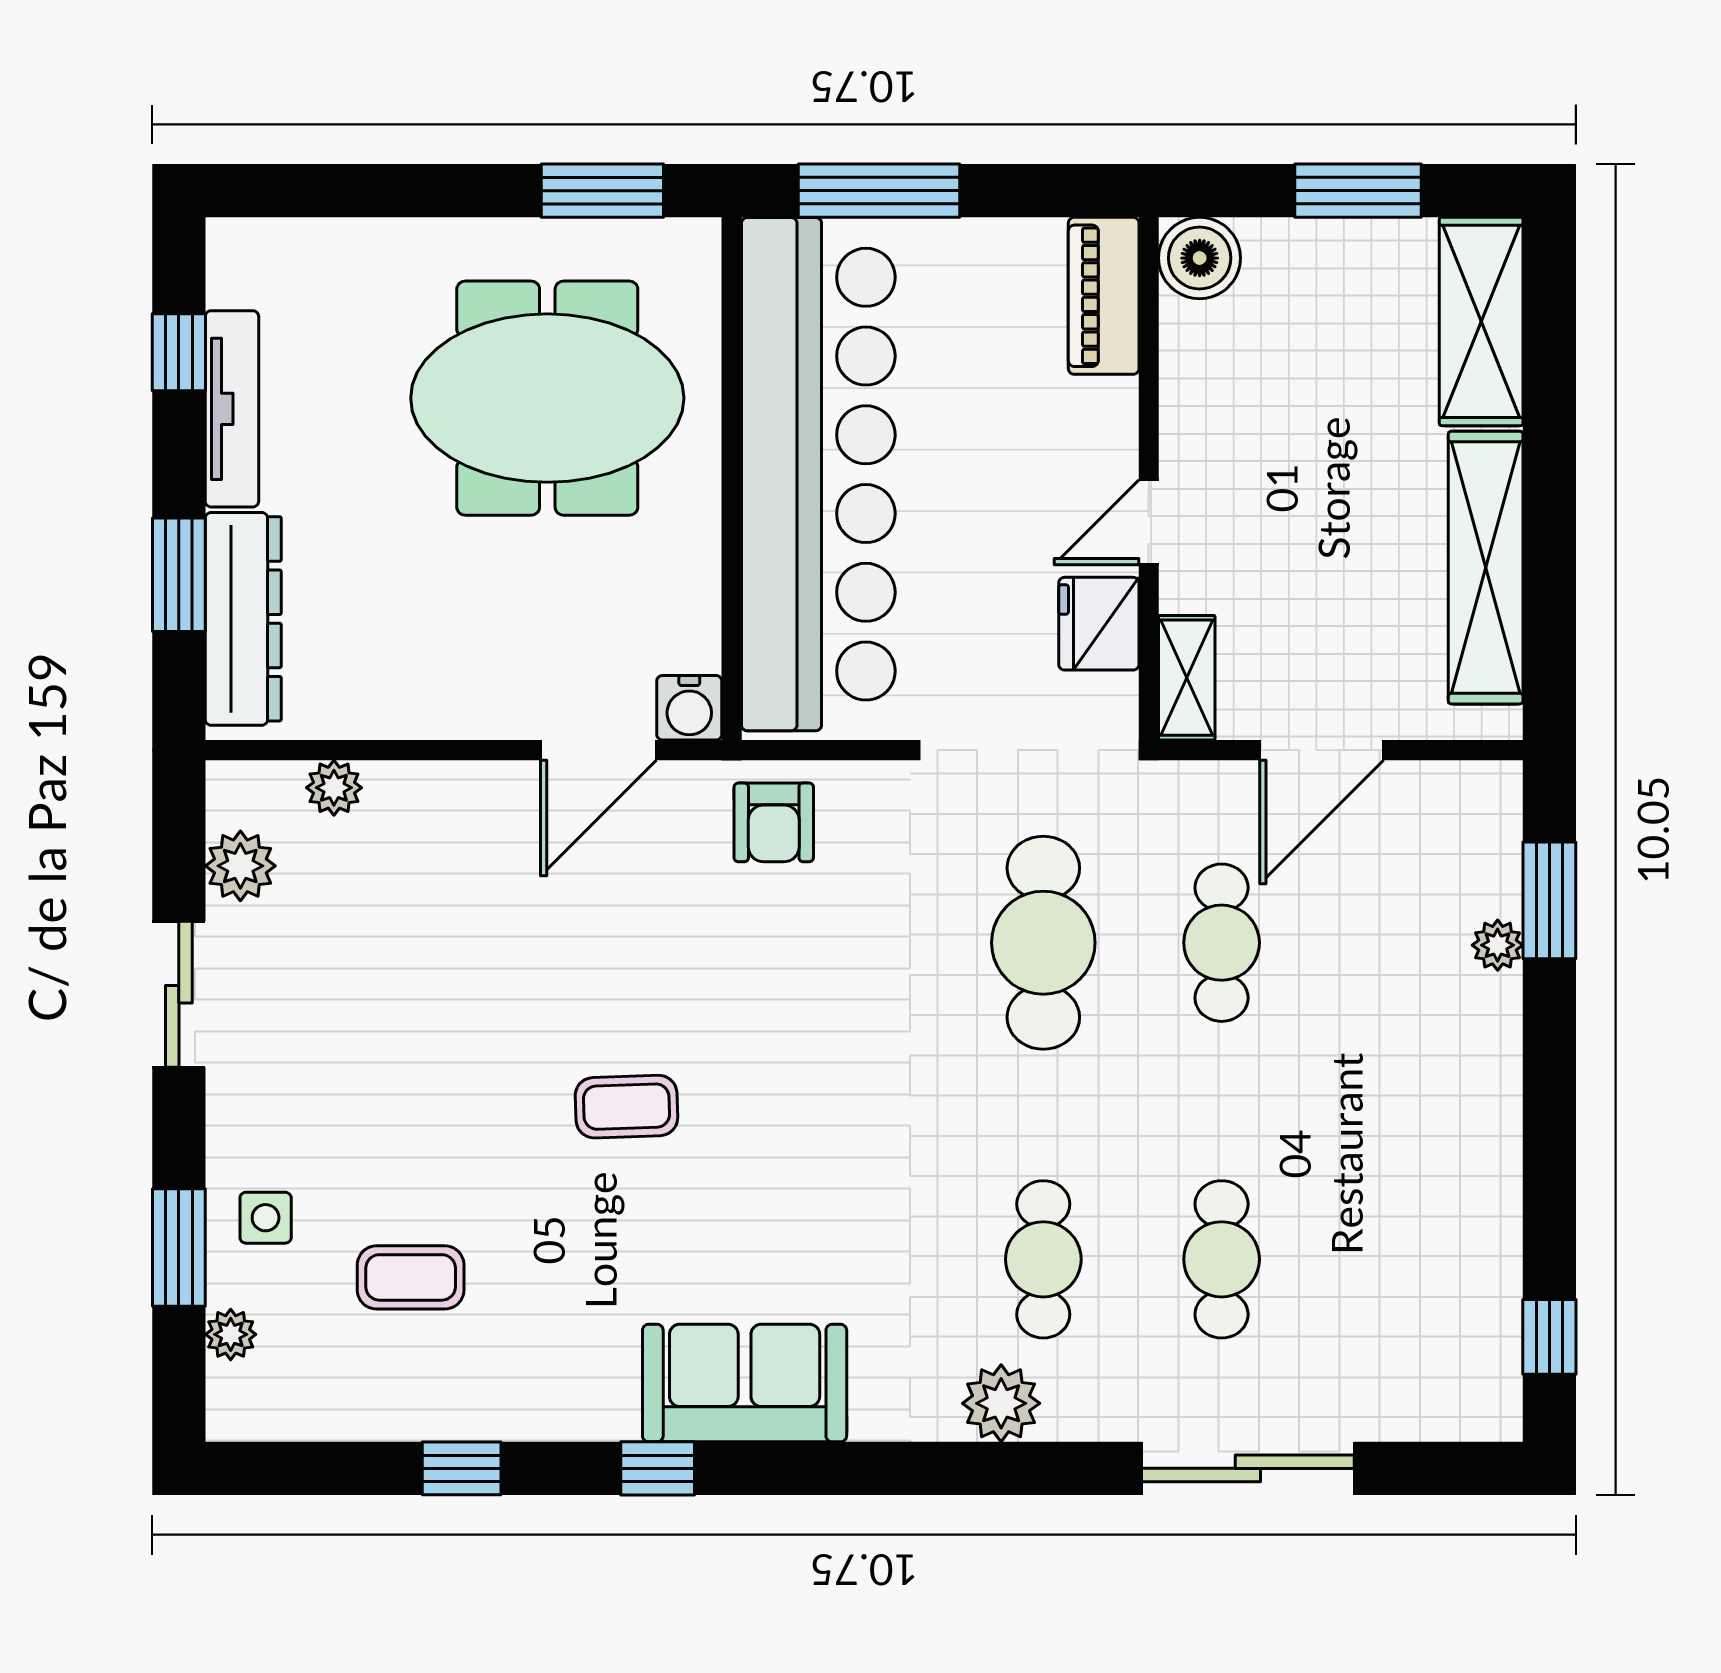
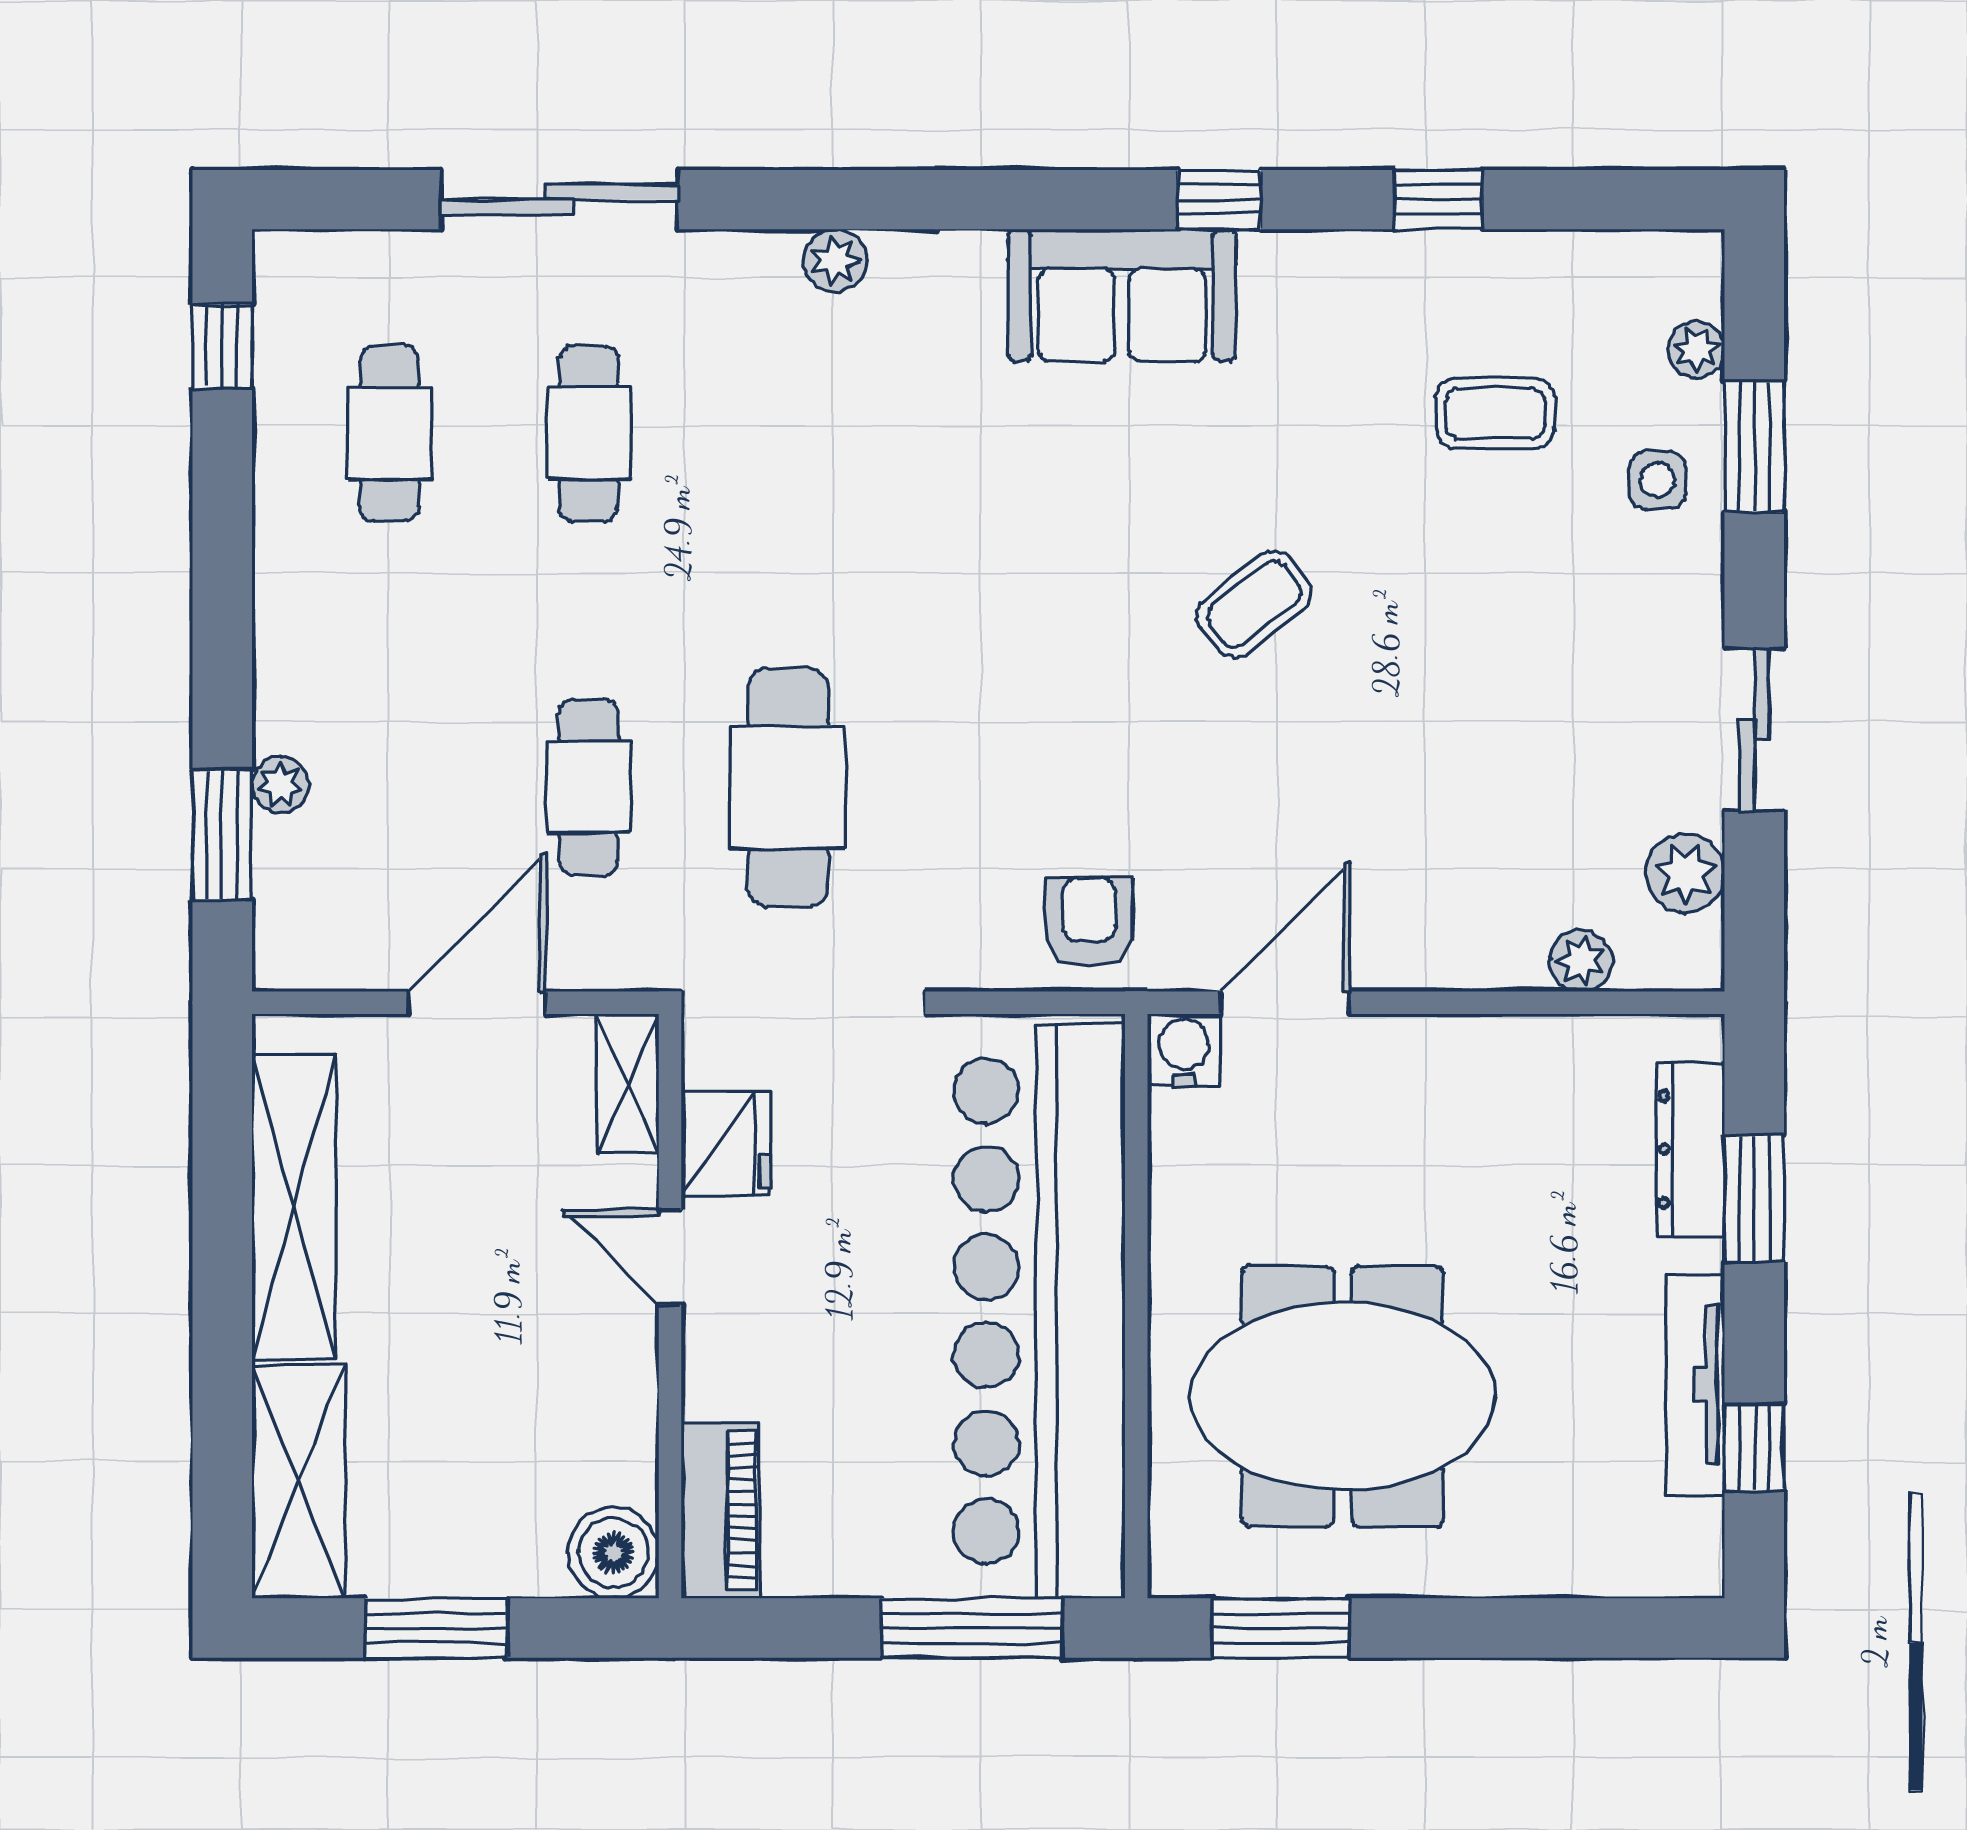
door: (1149, 522) -> (670, 1257), swing flipped
dresser: (243, 619) -> (1691, 1149), width x0.73, depth x0.80
coffee table: (626, 1107) -> (1254, 604), turned -36
cafe table: (1043, 1259) -> (389, 433), moved
plant: (1001, 1403) -> (835, 261), width x0.73, depth x0.73

